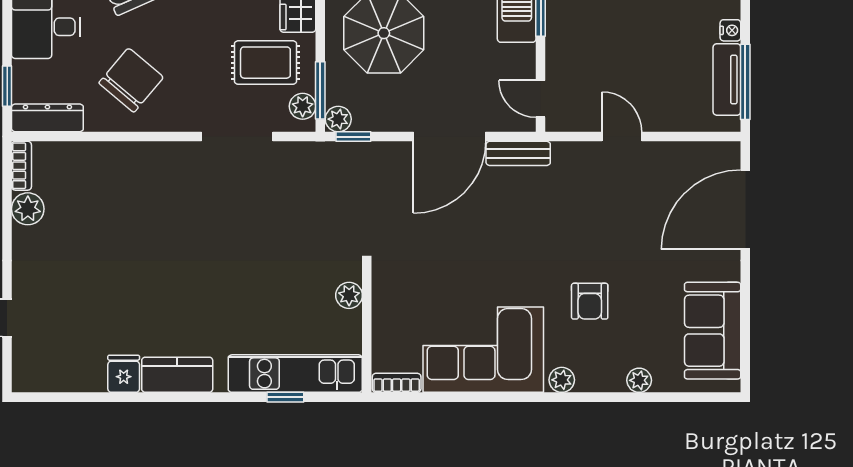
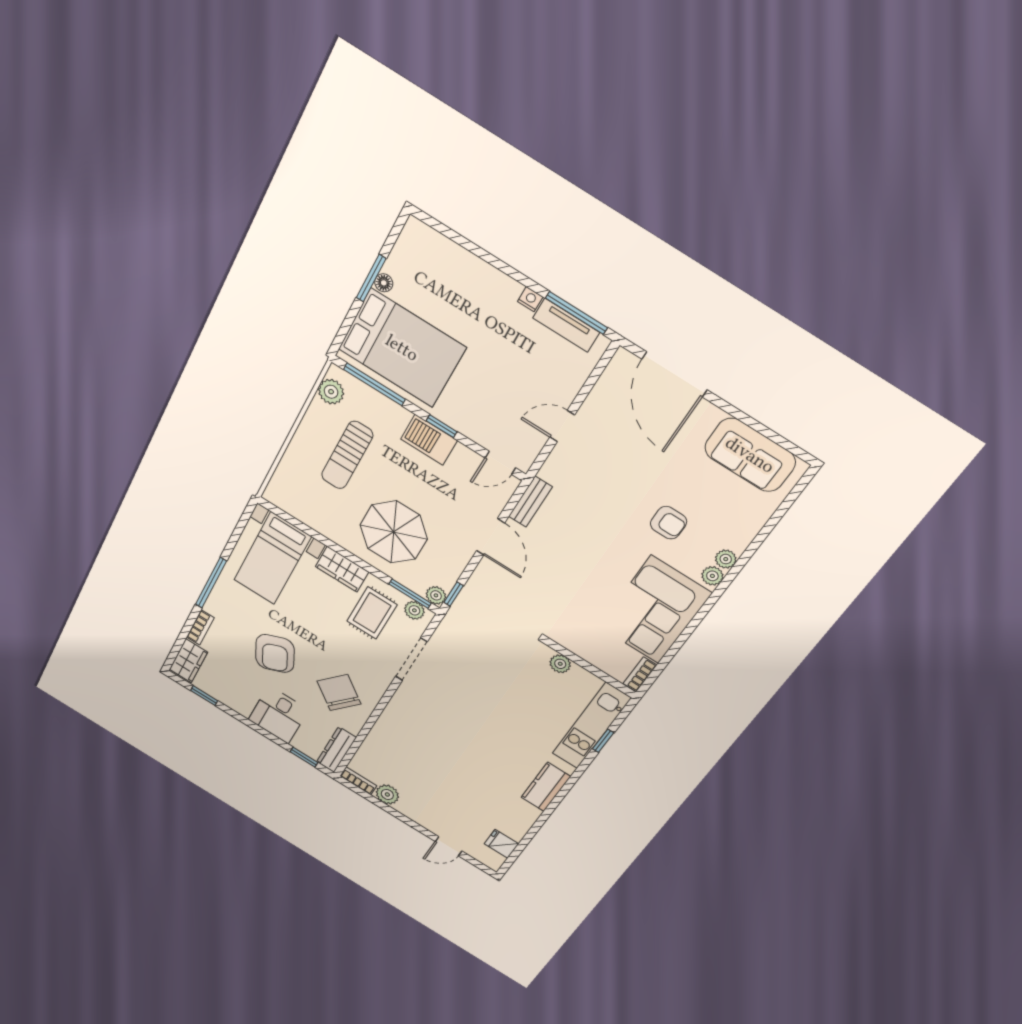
door: (450, 137) -> (491, 537), width x0.73
fridge: (124, 374) -> (501, 844), moved
plant: (639, 380) -> (726, 559), moved

